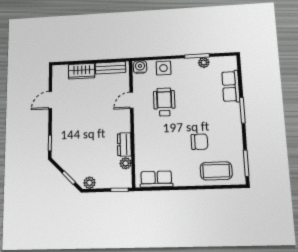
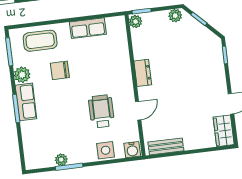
wardrobe: (82, 71) -> (224, 131), moved, turned -90
row of seats: (231, 86) -> (26, 102), moved
wheelchair: (164, 102) -> (101, 111), turned 180
plant: (235, 141) -> (22, 75), added
dresser: (124, 144) -> (143, 73), moved
plant: (126, 163) -> (136, 22), moved
row of seats: (156, 179) -> (88, 28), moved

